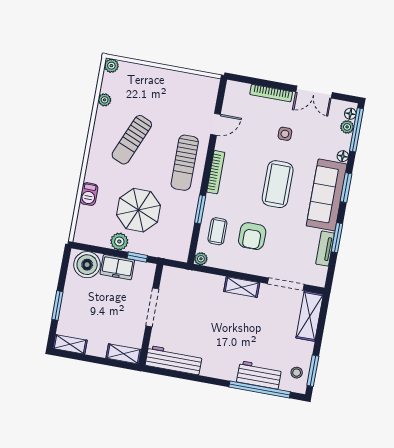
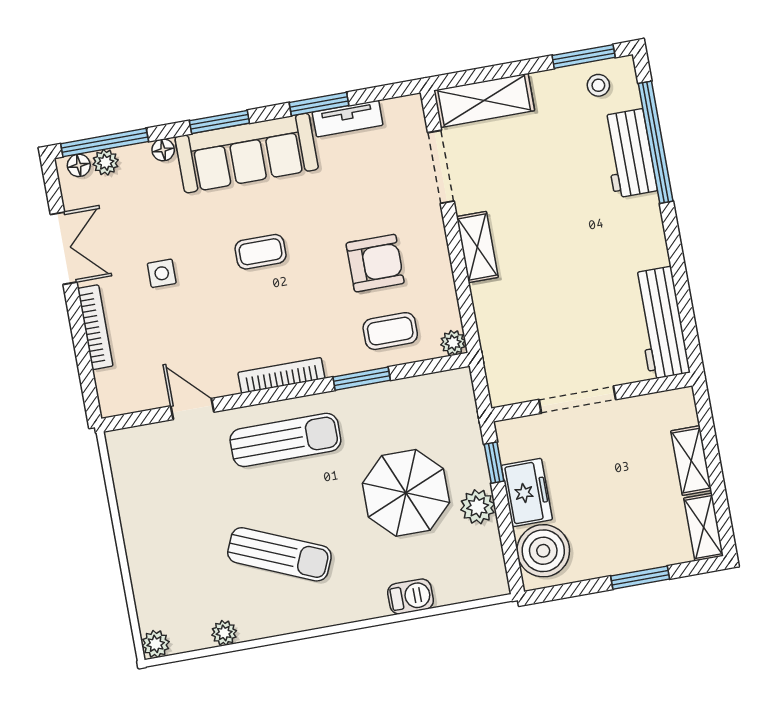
coffee table: (278, 184) -> (261, 252), width x0.54, depth x0.58
shelving: (124, 354) -> (691, 461), moved

